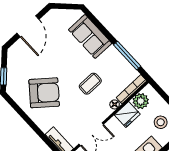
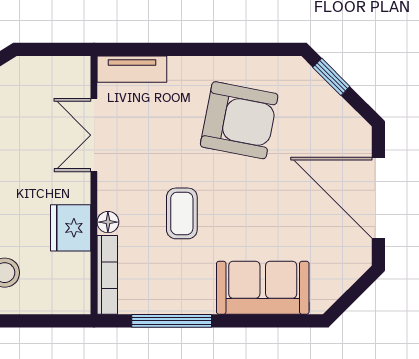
door: (28, 26) -> (378, 198), width x1.36
armchair: (44, 93) -> (239, 120), turned -118
plant: (141, 101) -> (72, 272), removed

